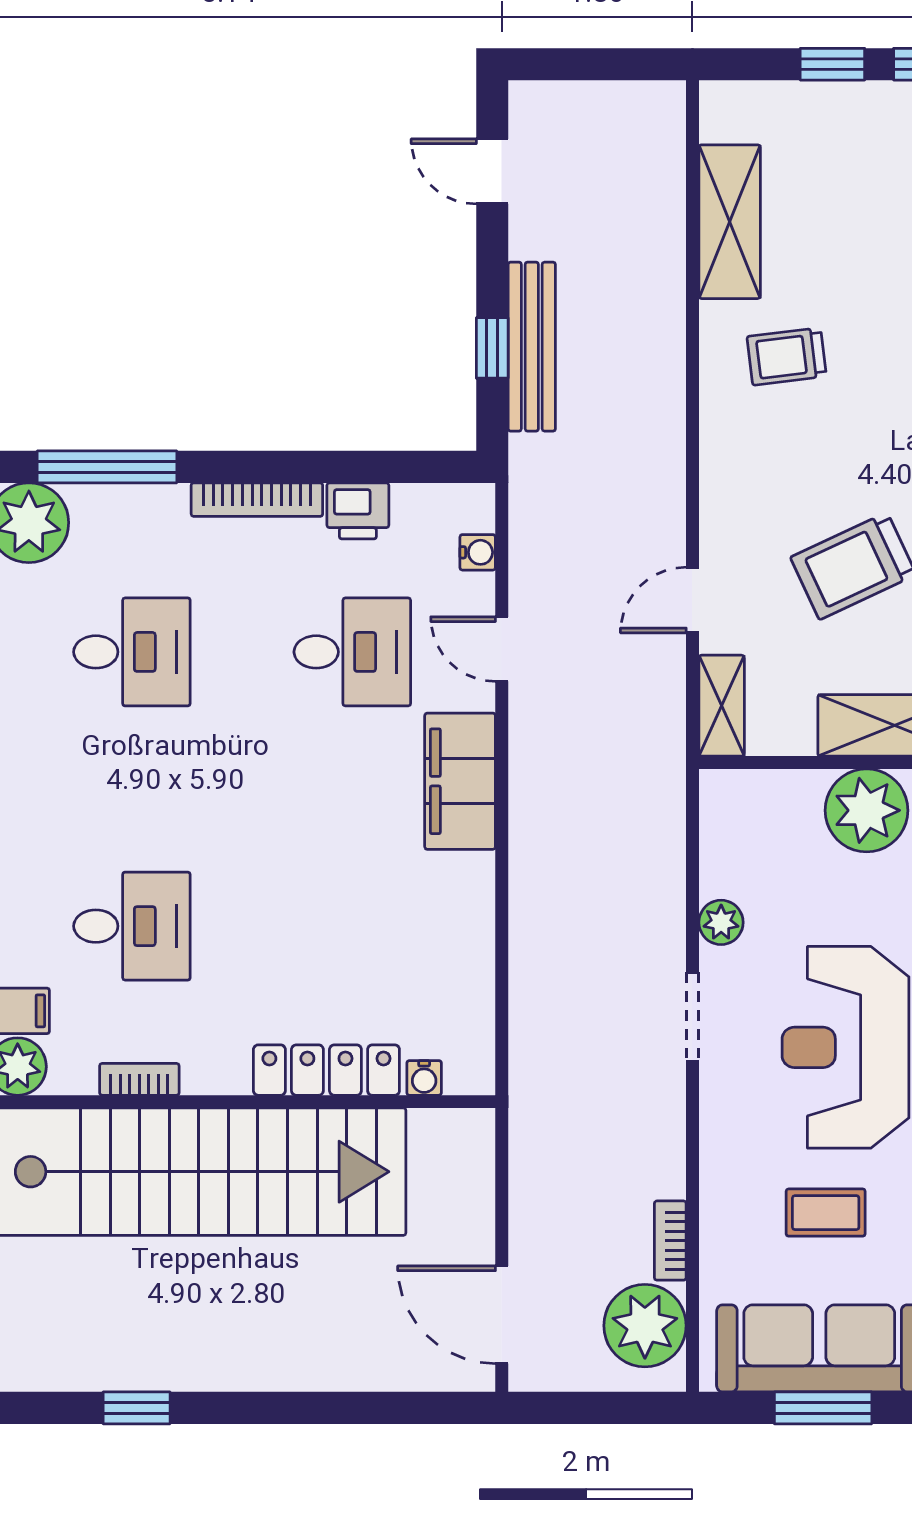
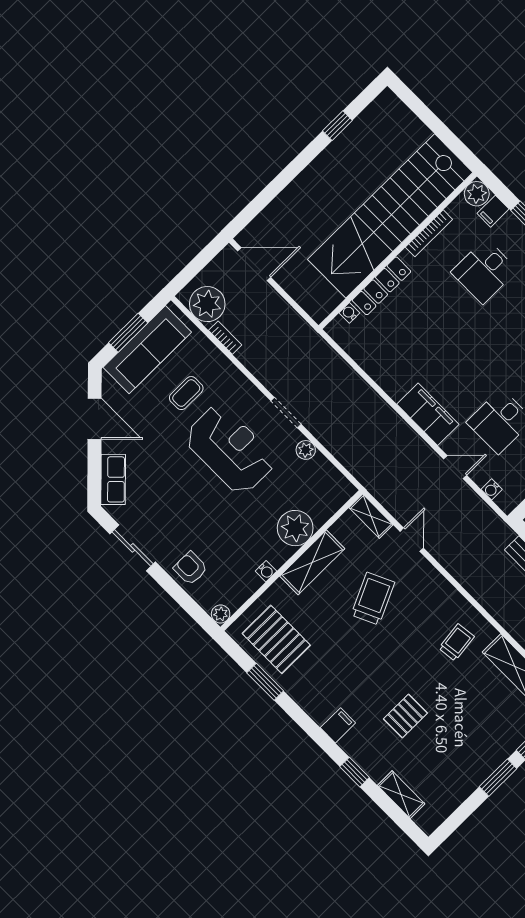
bookcase: (139, 1079) -> (429, 233), width x1.56

